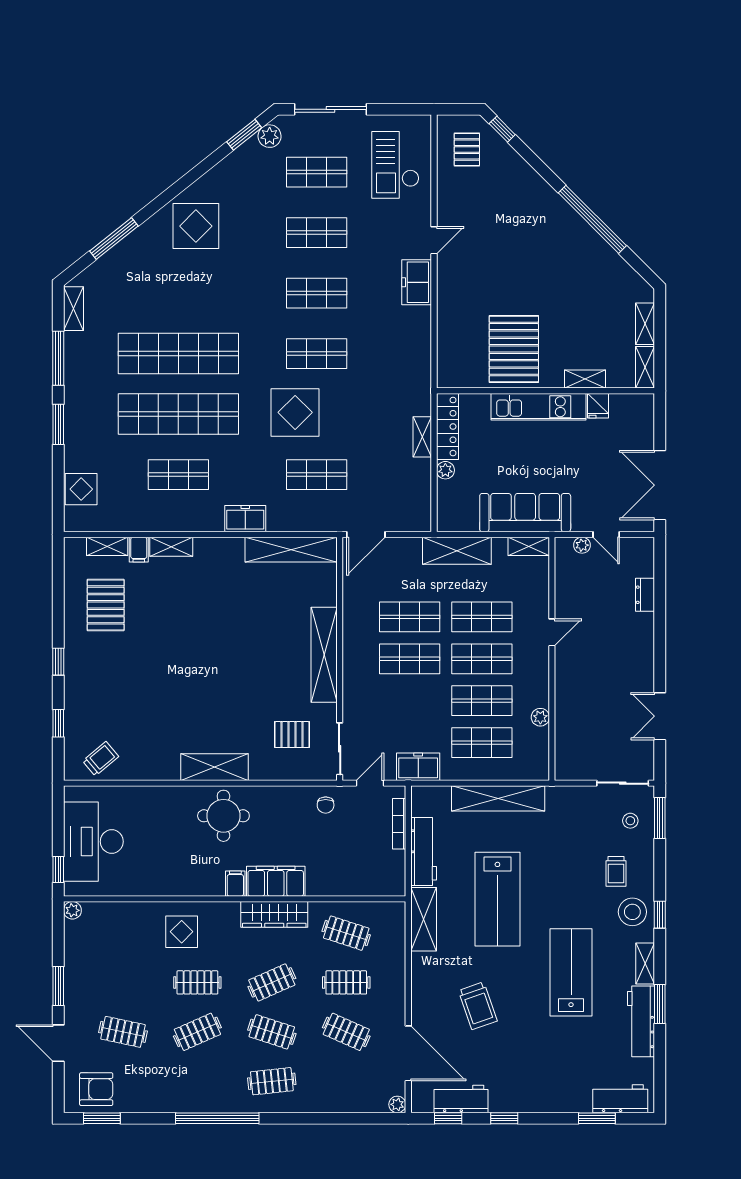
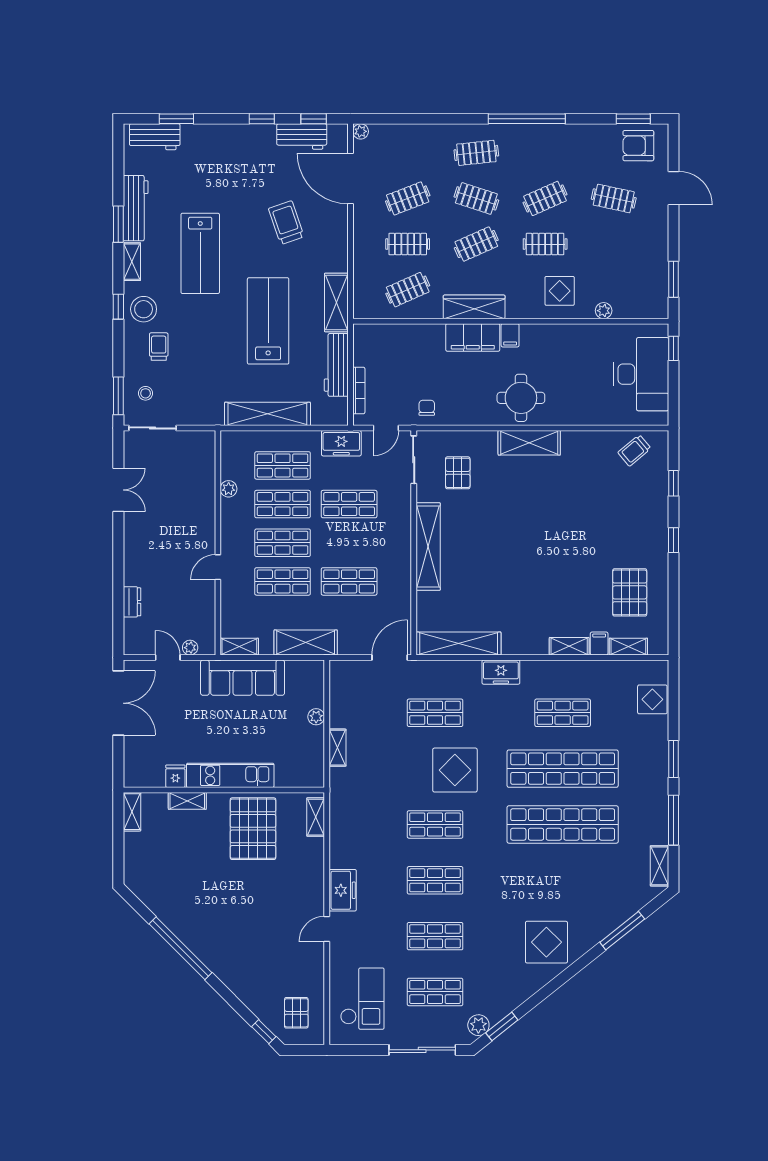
shelving: (645, 324) -> (316, 817), moved
locker: (448, 427) -> (314, 757), removed
shop shelf: (410, 659) -> (349, 504), moved
pallet: (292, 735) -> (458, 473), turned 90
plant: (72, 910) -> (604, 311), moved
clothes rail: (346, 933) -> (408, 290), turned -42
window: (58, 986) -> (674, 279), moved
clothes rail: (346, 1032) -> (408, 198), turned -45

